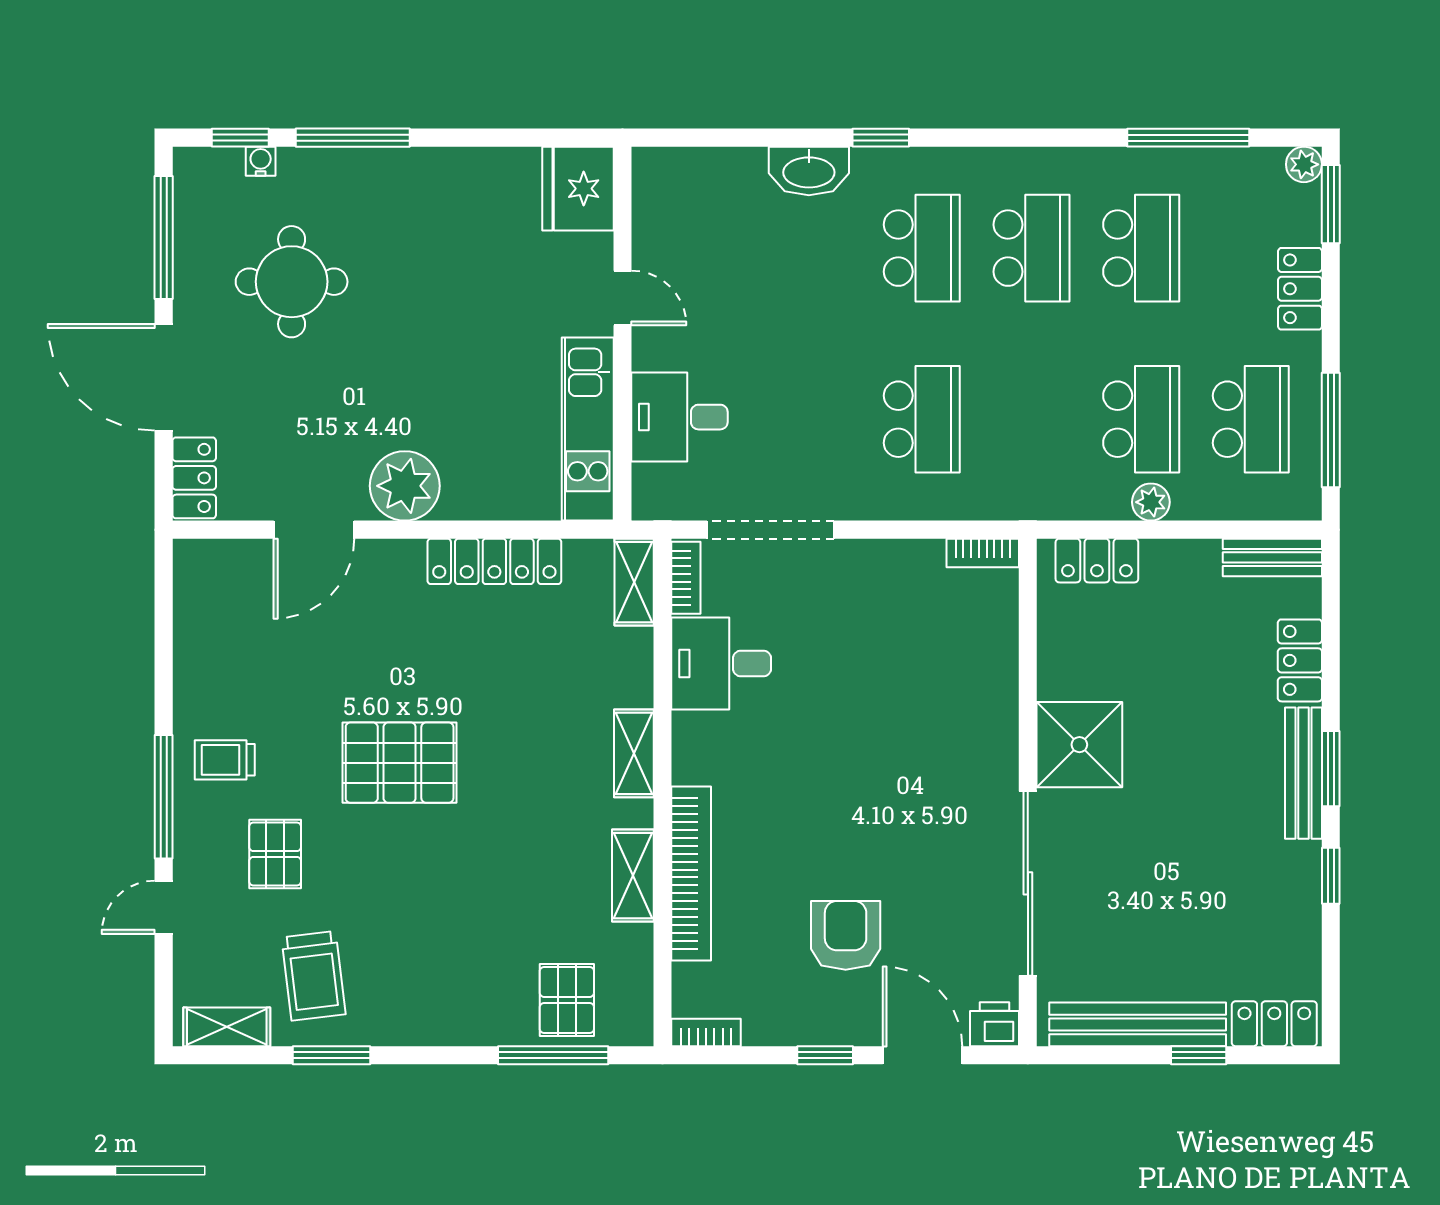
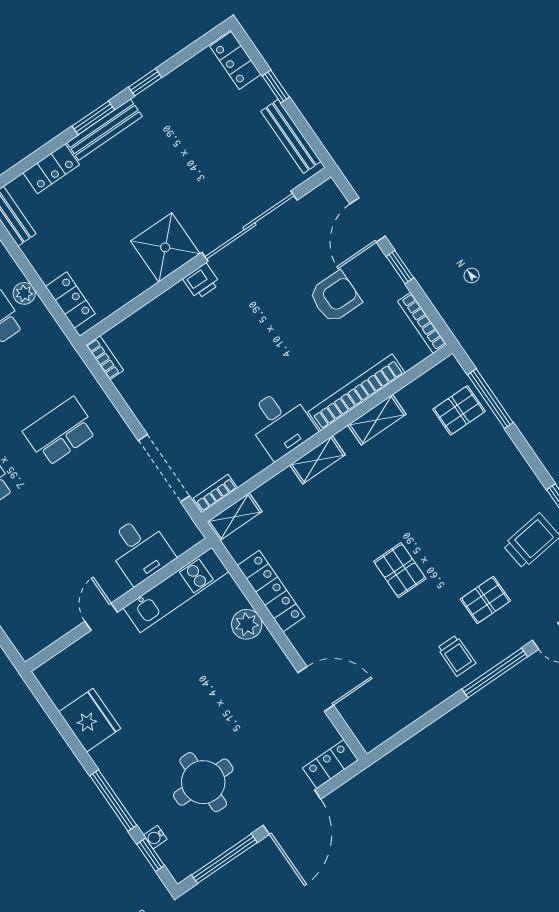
fridge: (578, 189) -> (90, 720), moved, turned -90
plant: (405, 486) -> (247, 624), moved, width x0.73, depth x0.73
desk: (721, 663) -> (280, 423), moved
pallet: (400, 763) -> (400, 570), width x0.67, depth x0.71
armchair: (846, 935) -> (335, 297), turned 180
printer: (995, 1024) -> (202, 281), moved, turned -90
bench: (1138, 1024) -> (291, 136), width x0.73, depth x0.82
bookcase: (706, 1033) -> (422, 323), width x1.56

